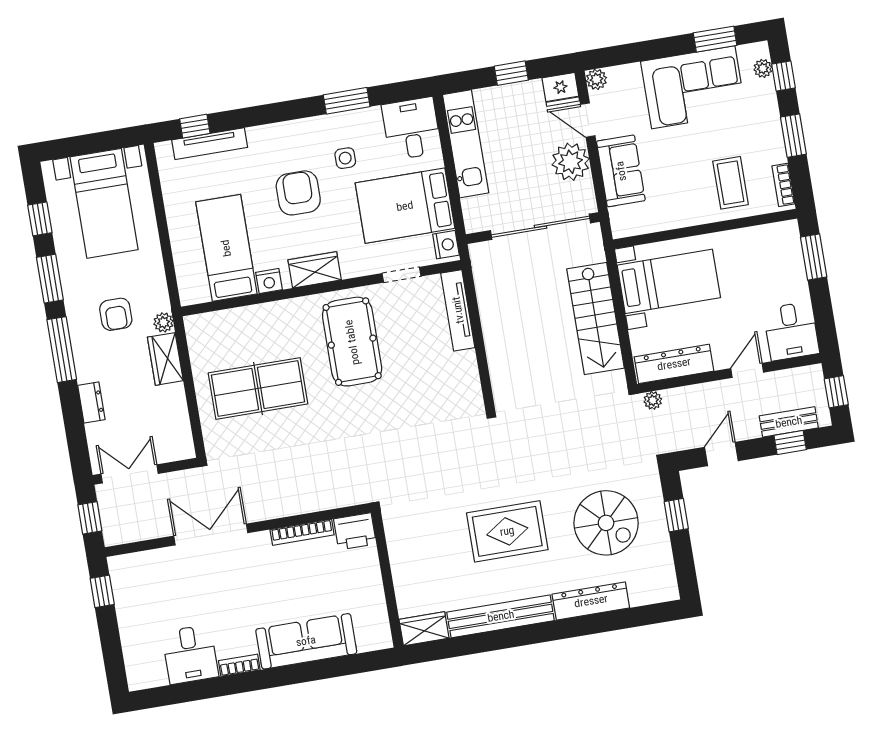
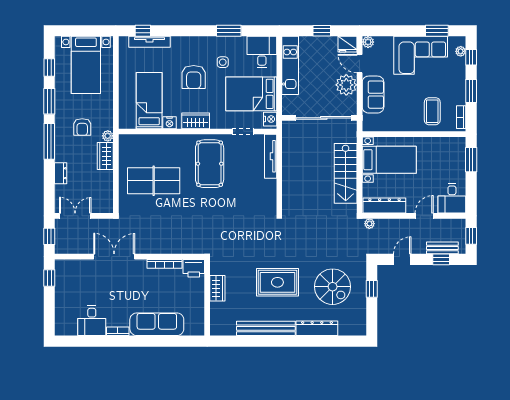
armchair: (298, 193) -> (194, 77), turned 180
wardrobe: (424, 629) -> (217, 288), moved, turned 90

